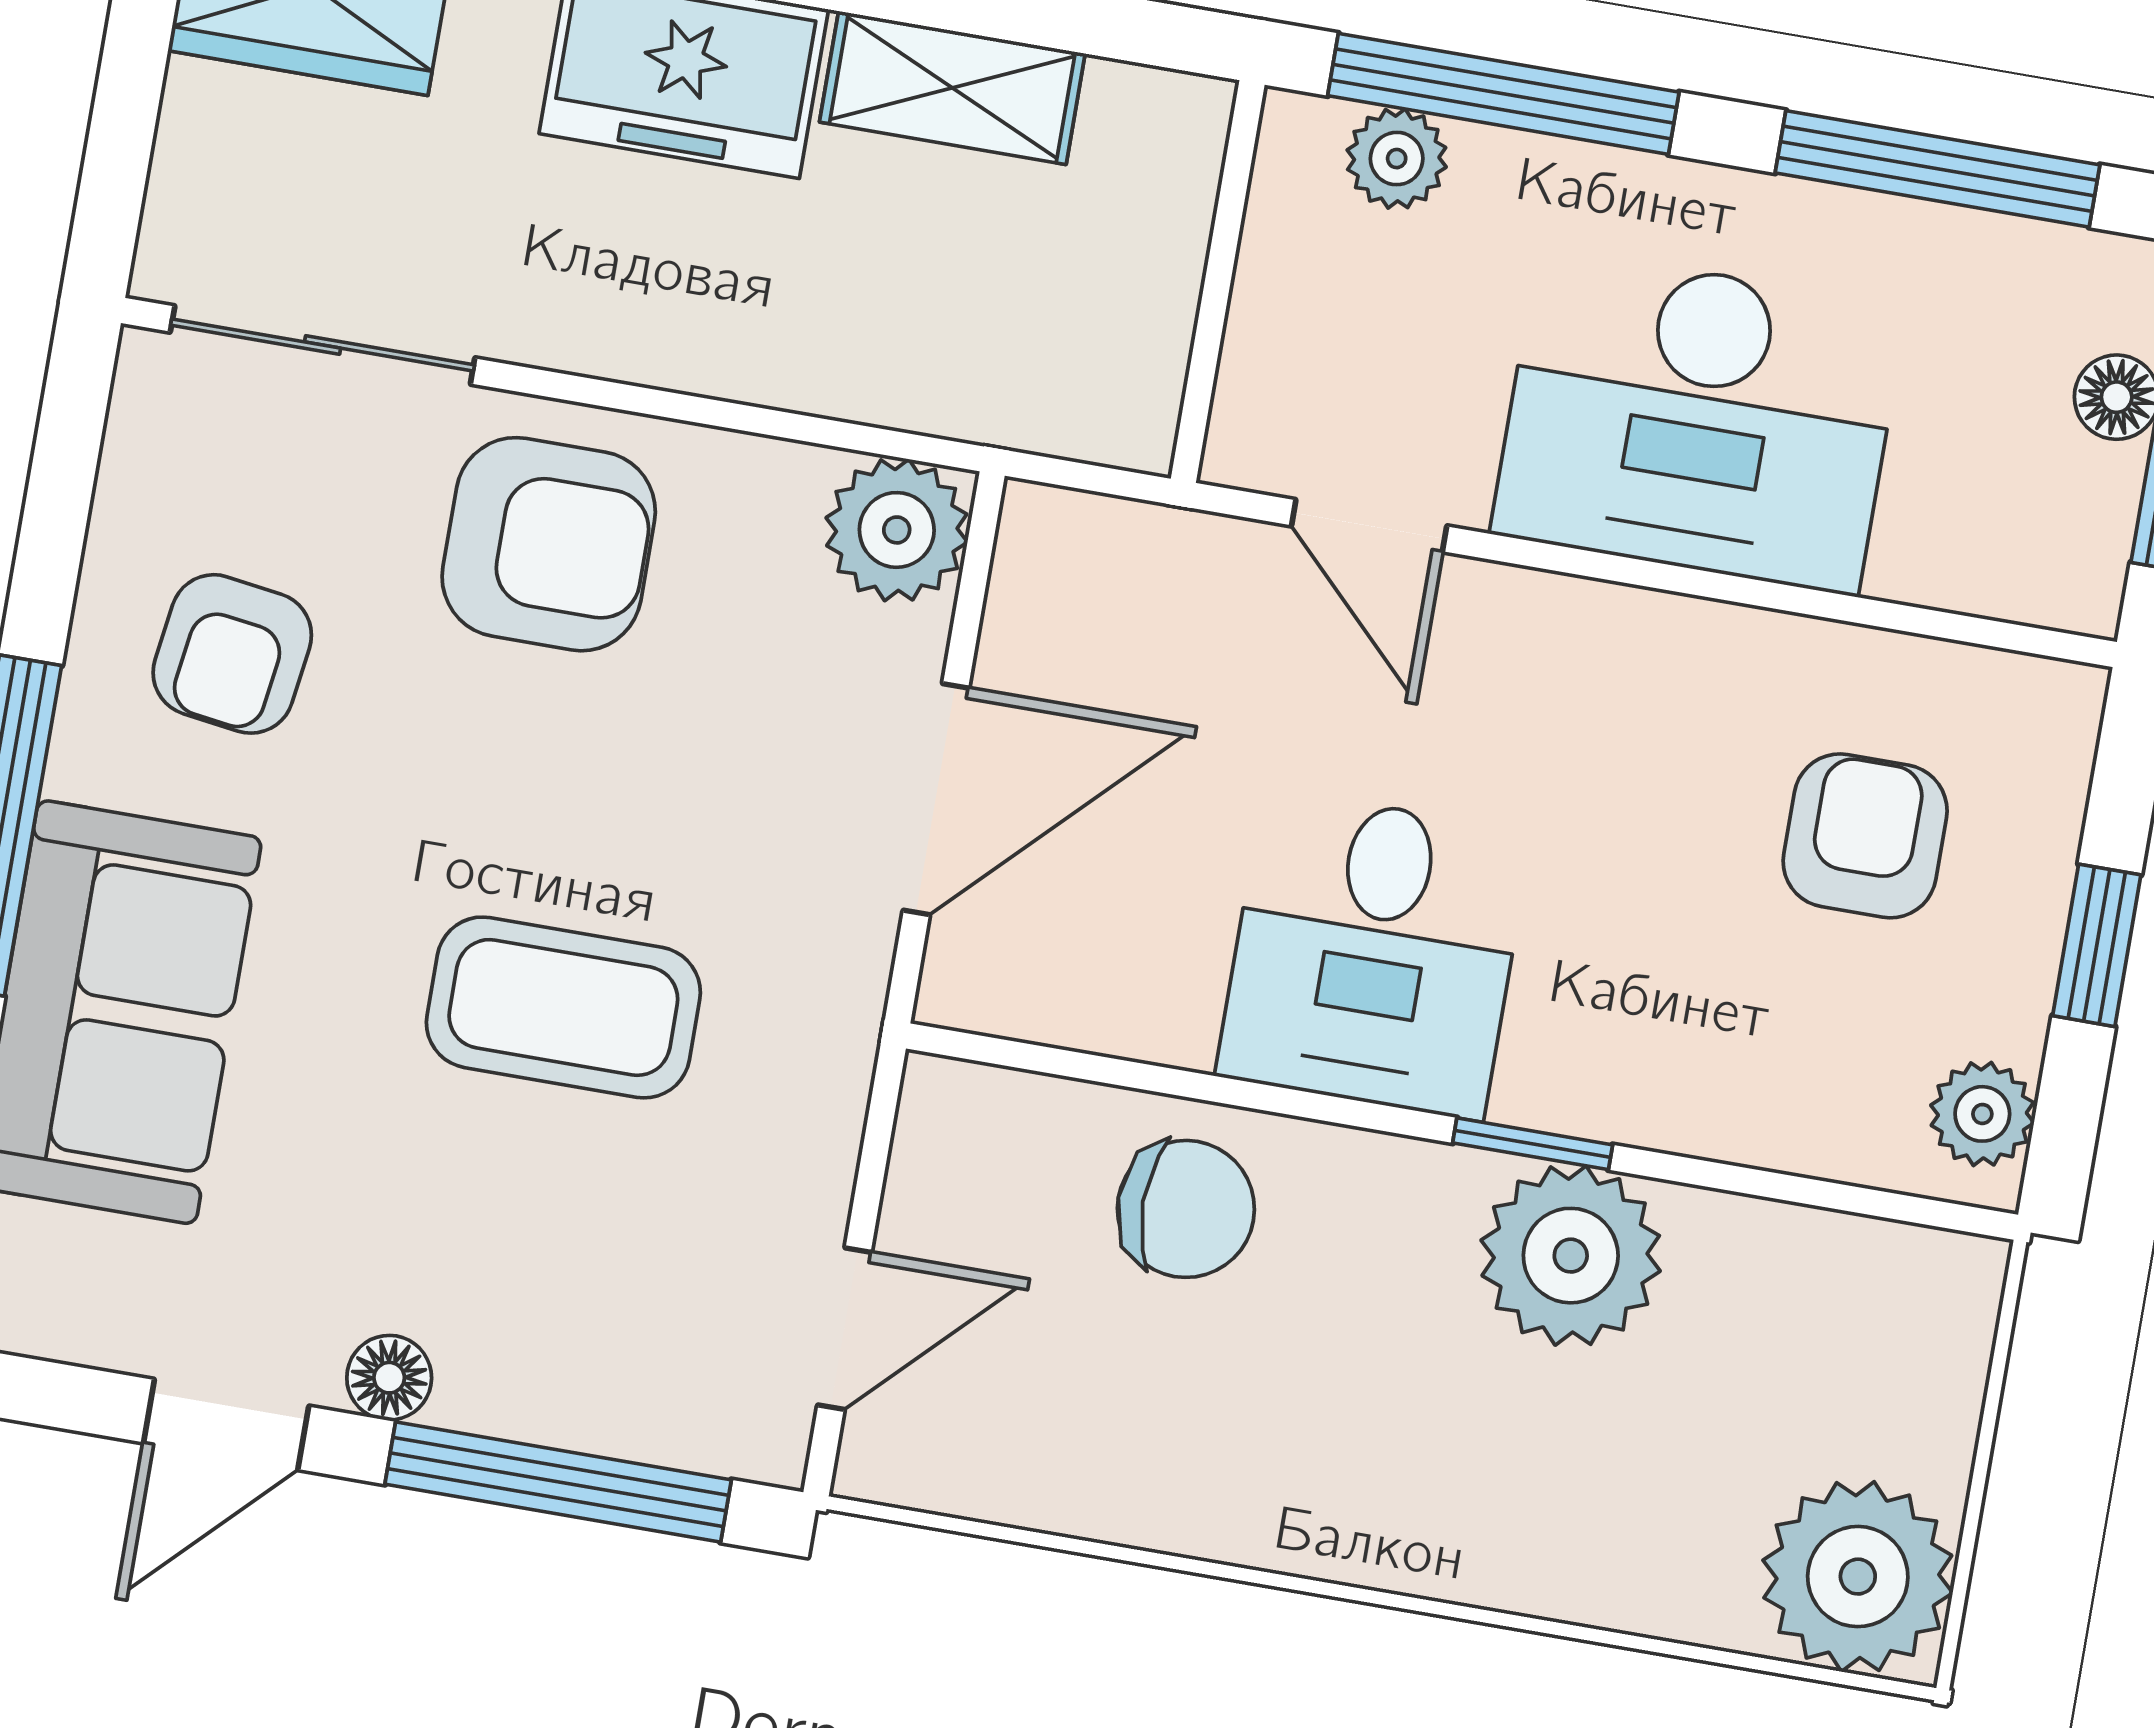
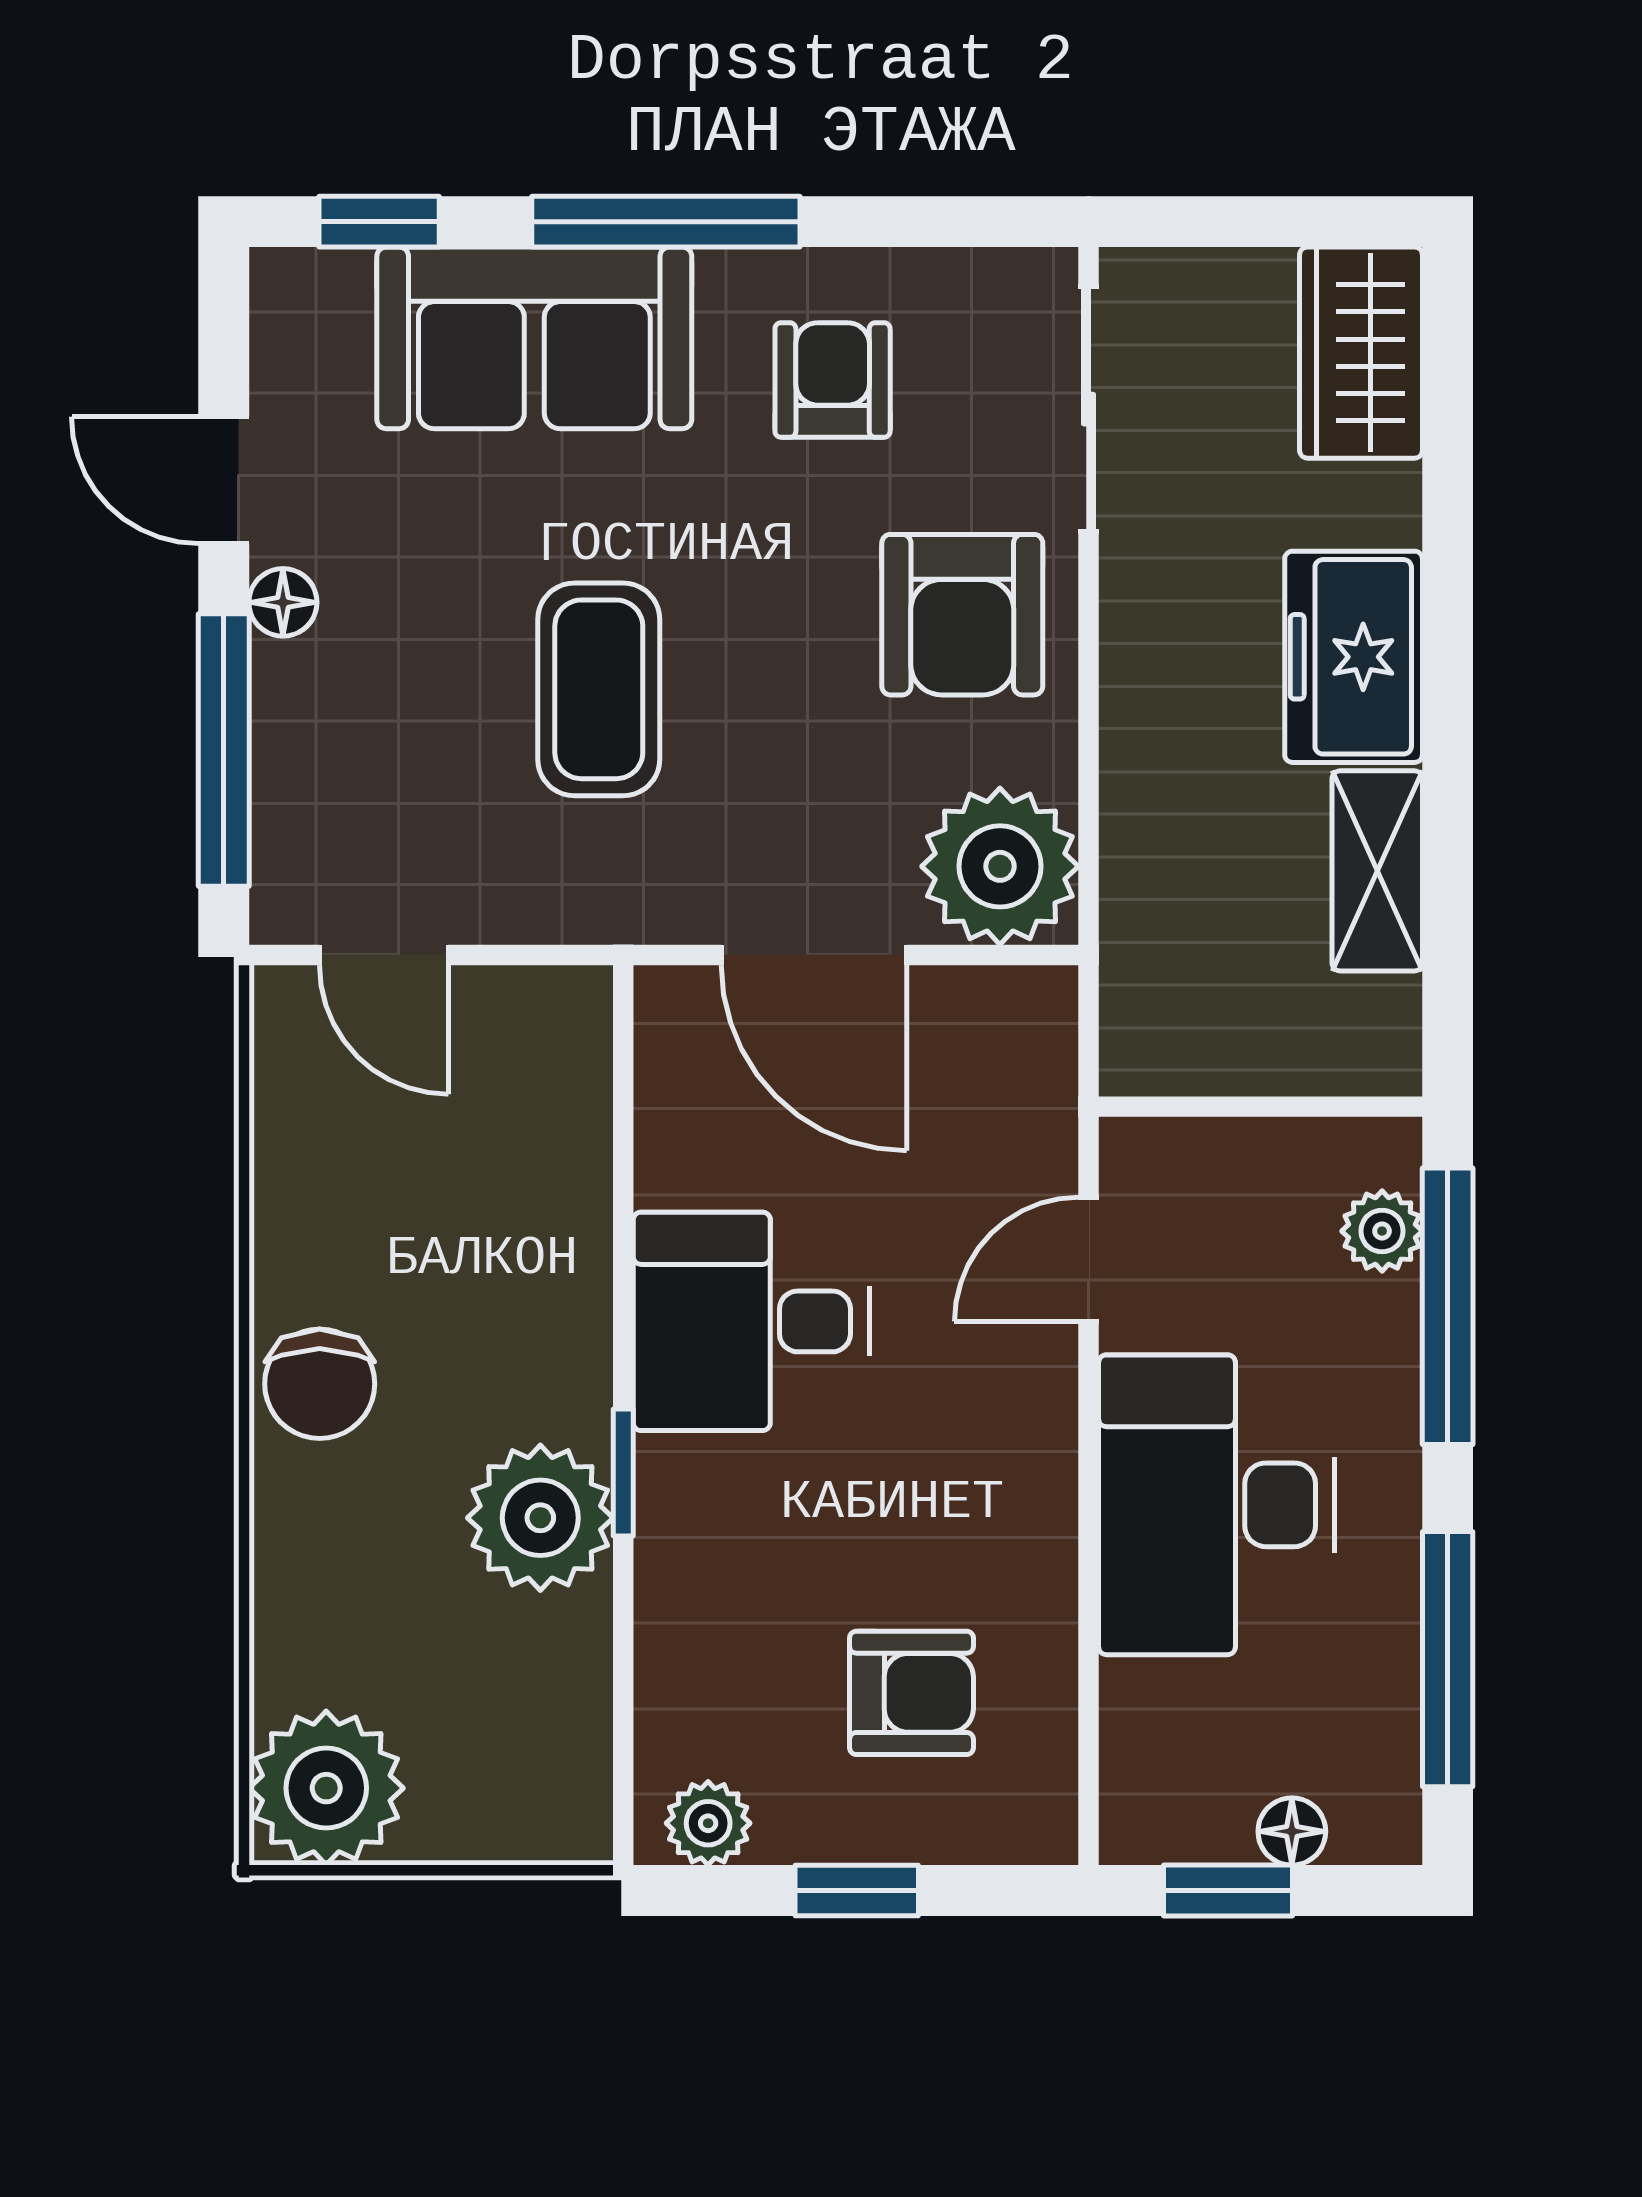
plant: (897, 530) -> (1000, 866), width x1.36, depth x1.36
armchair: (232, 654) -> (833, 380), turned 82
chair: (1186, 1209) -> (320, 1384), moved

